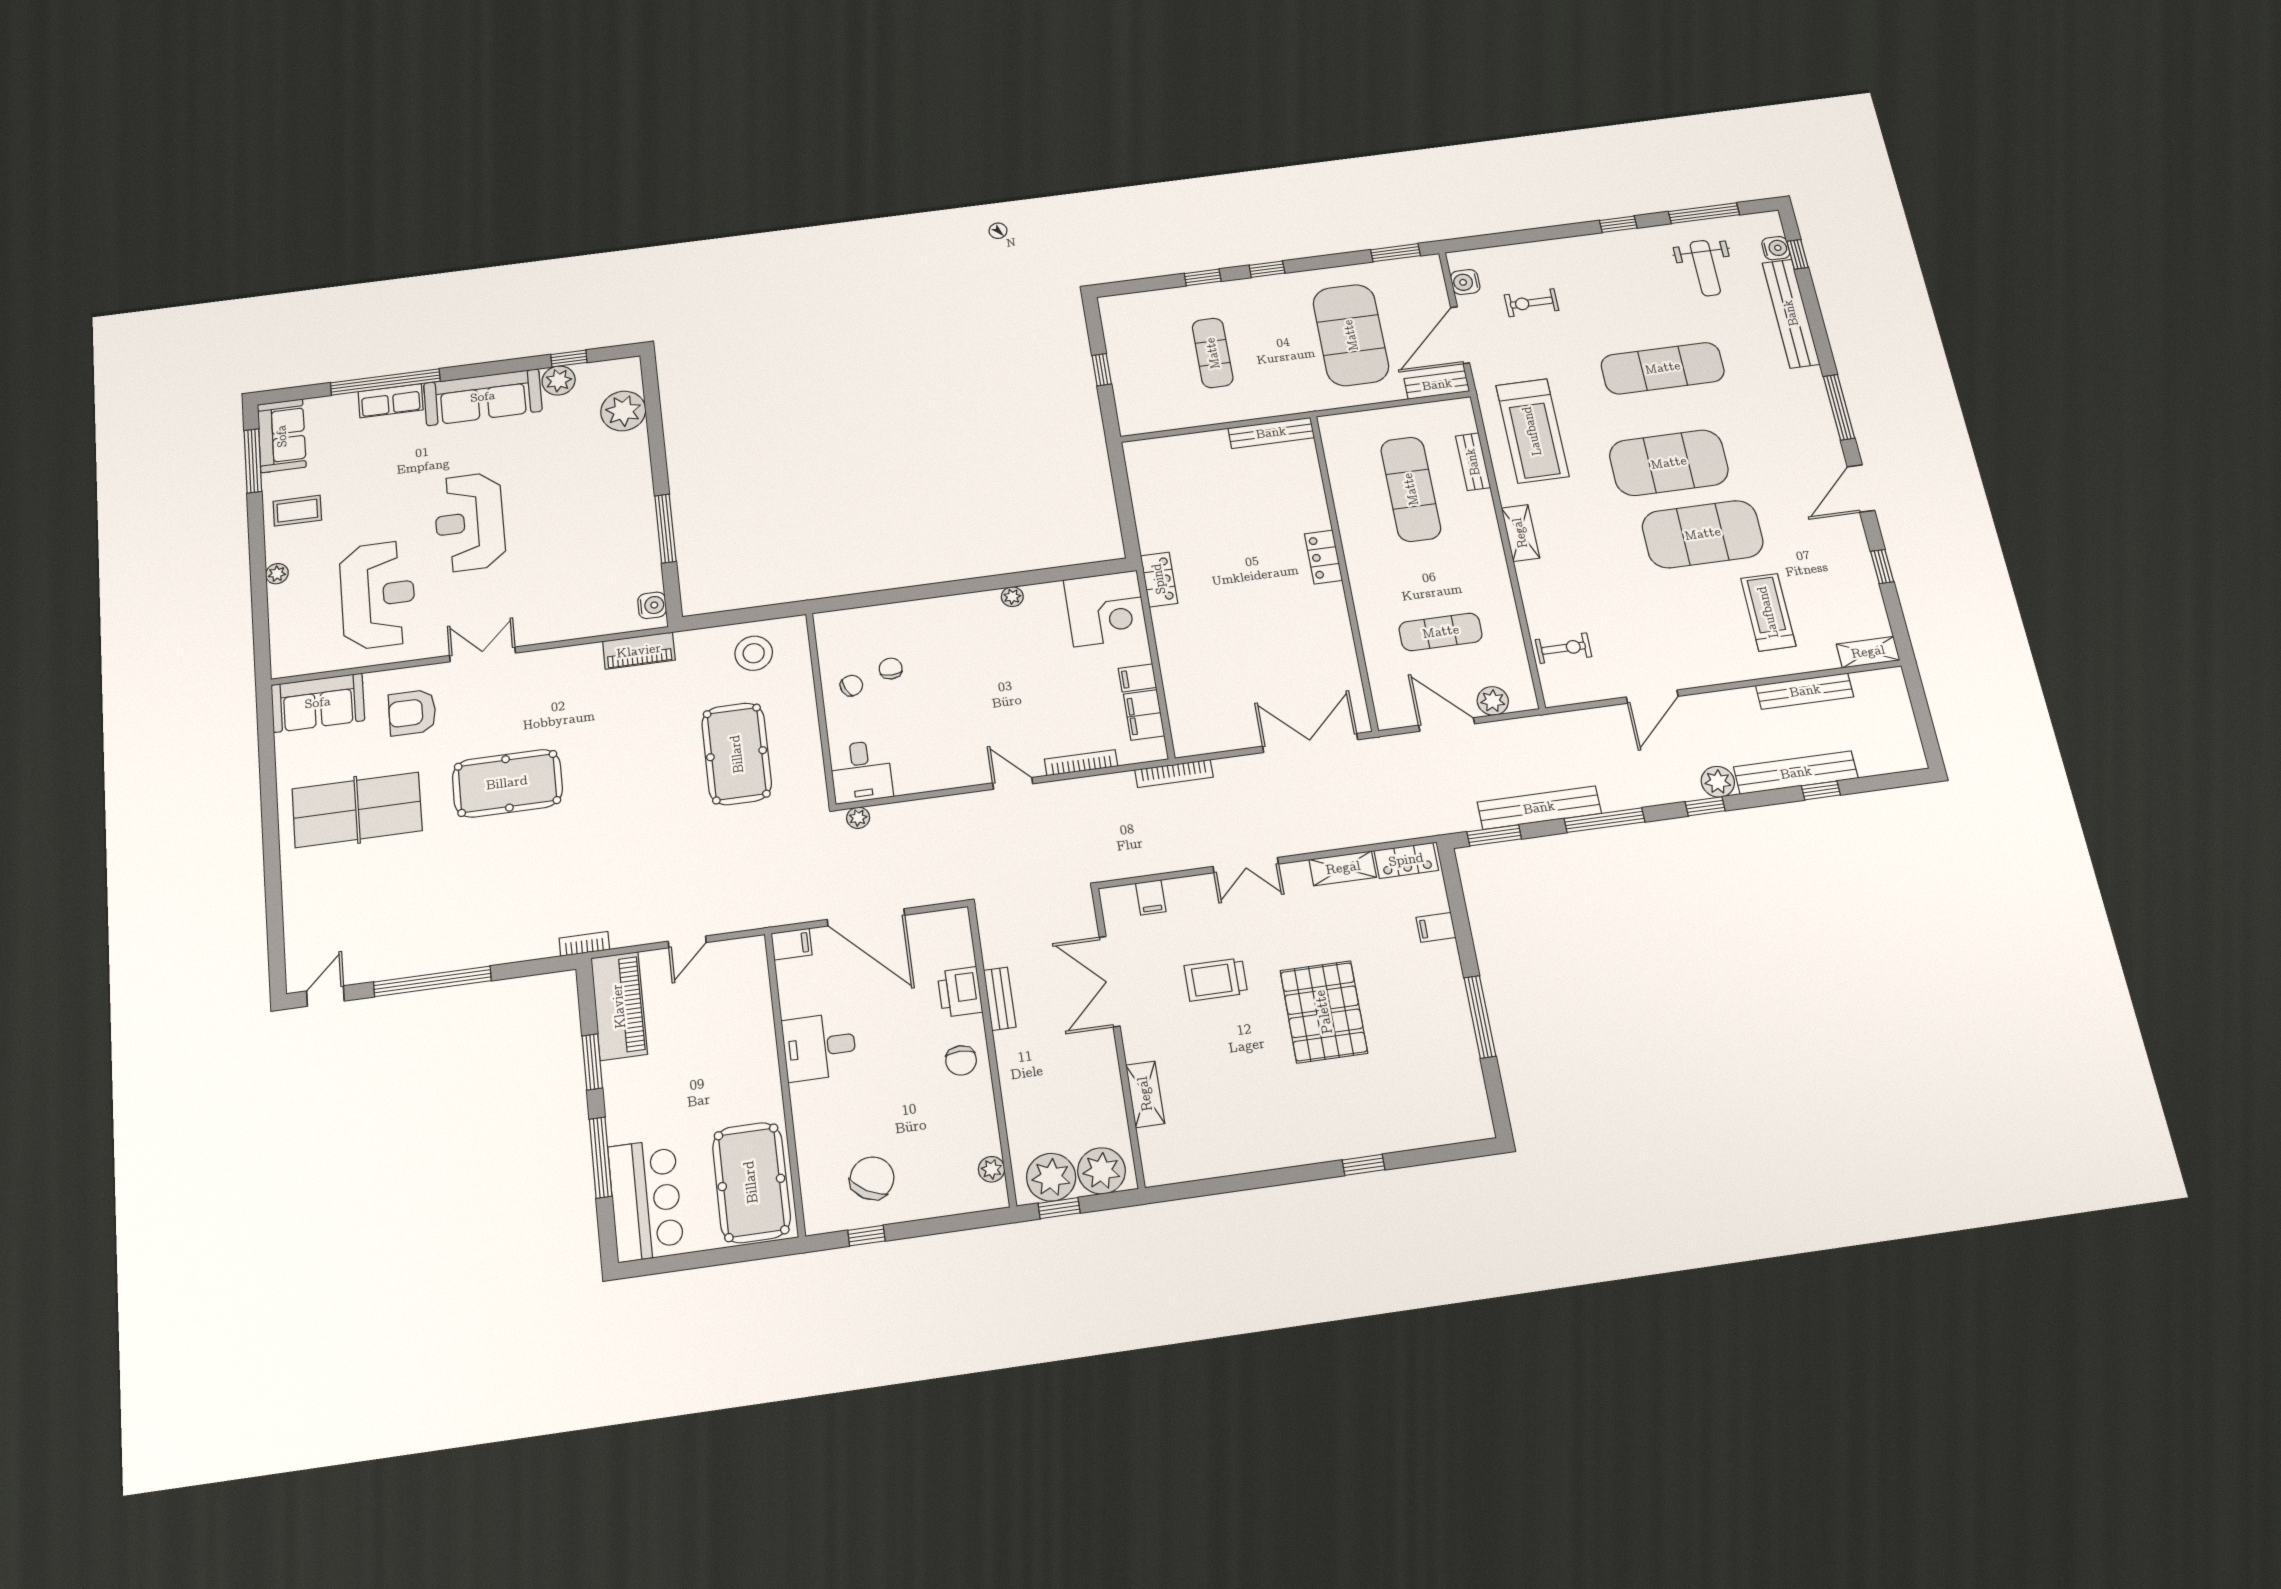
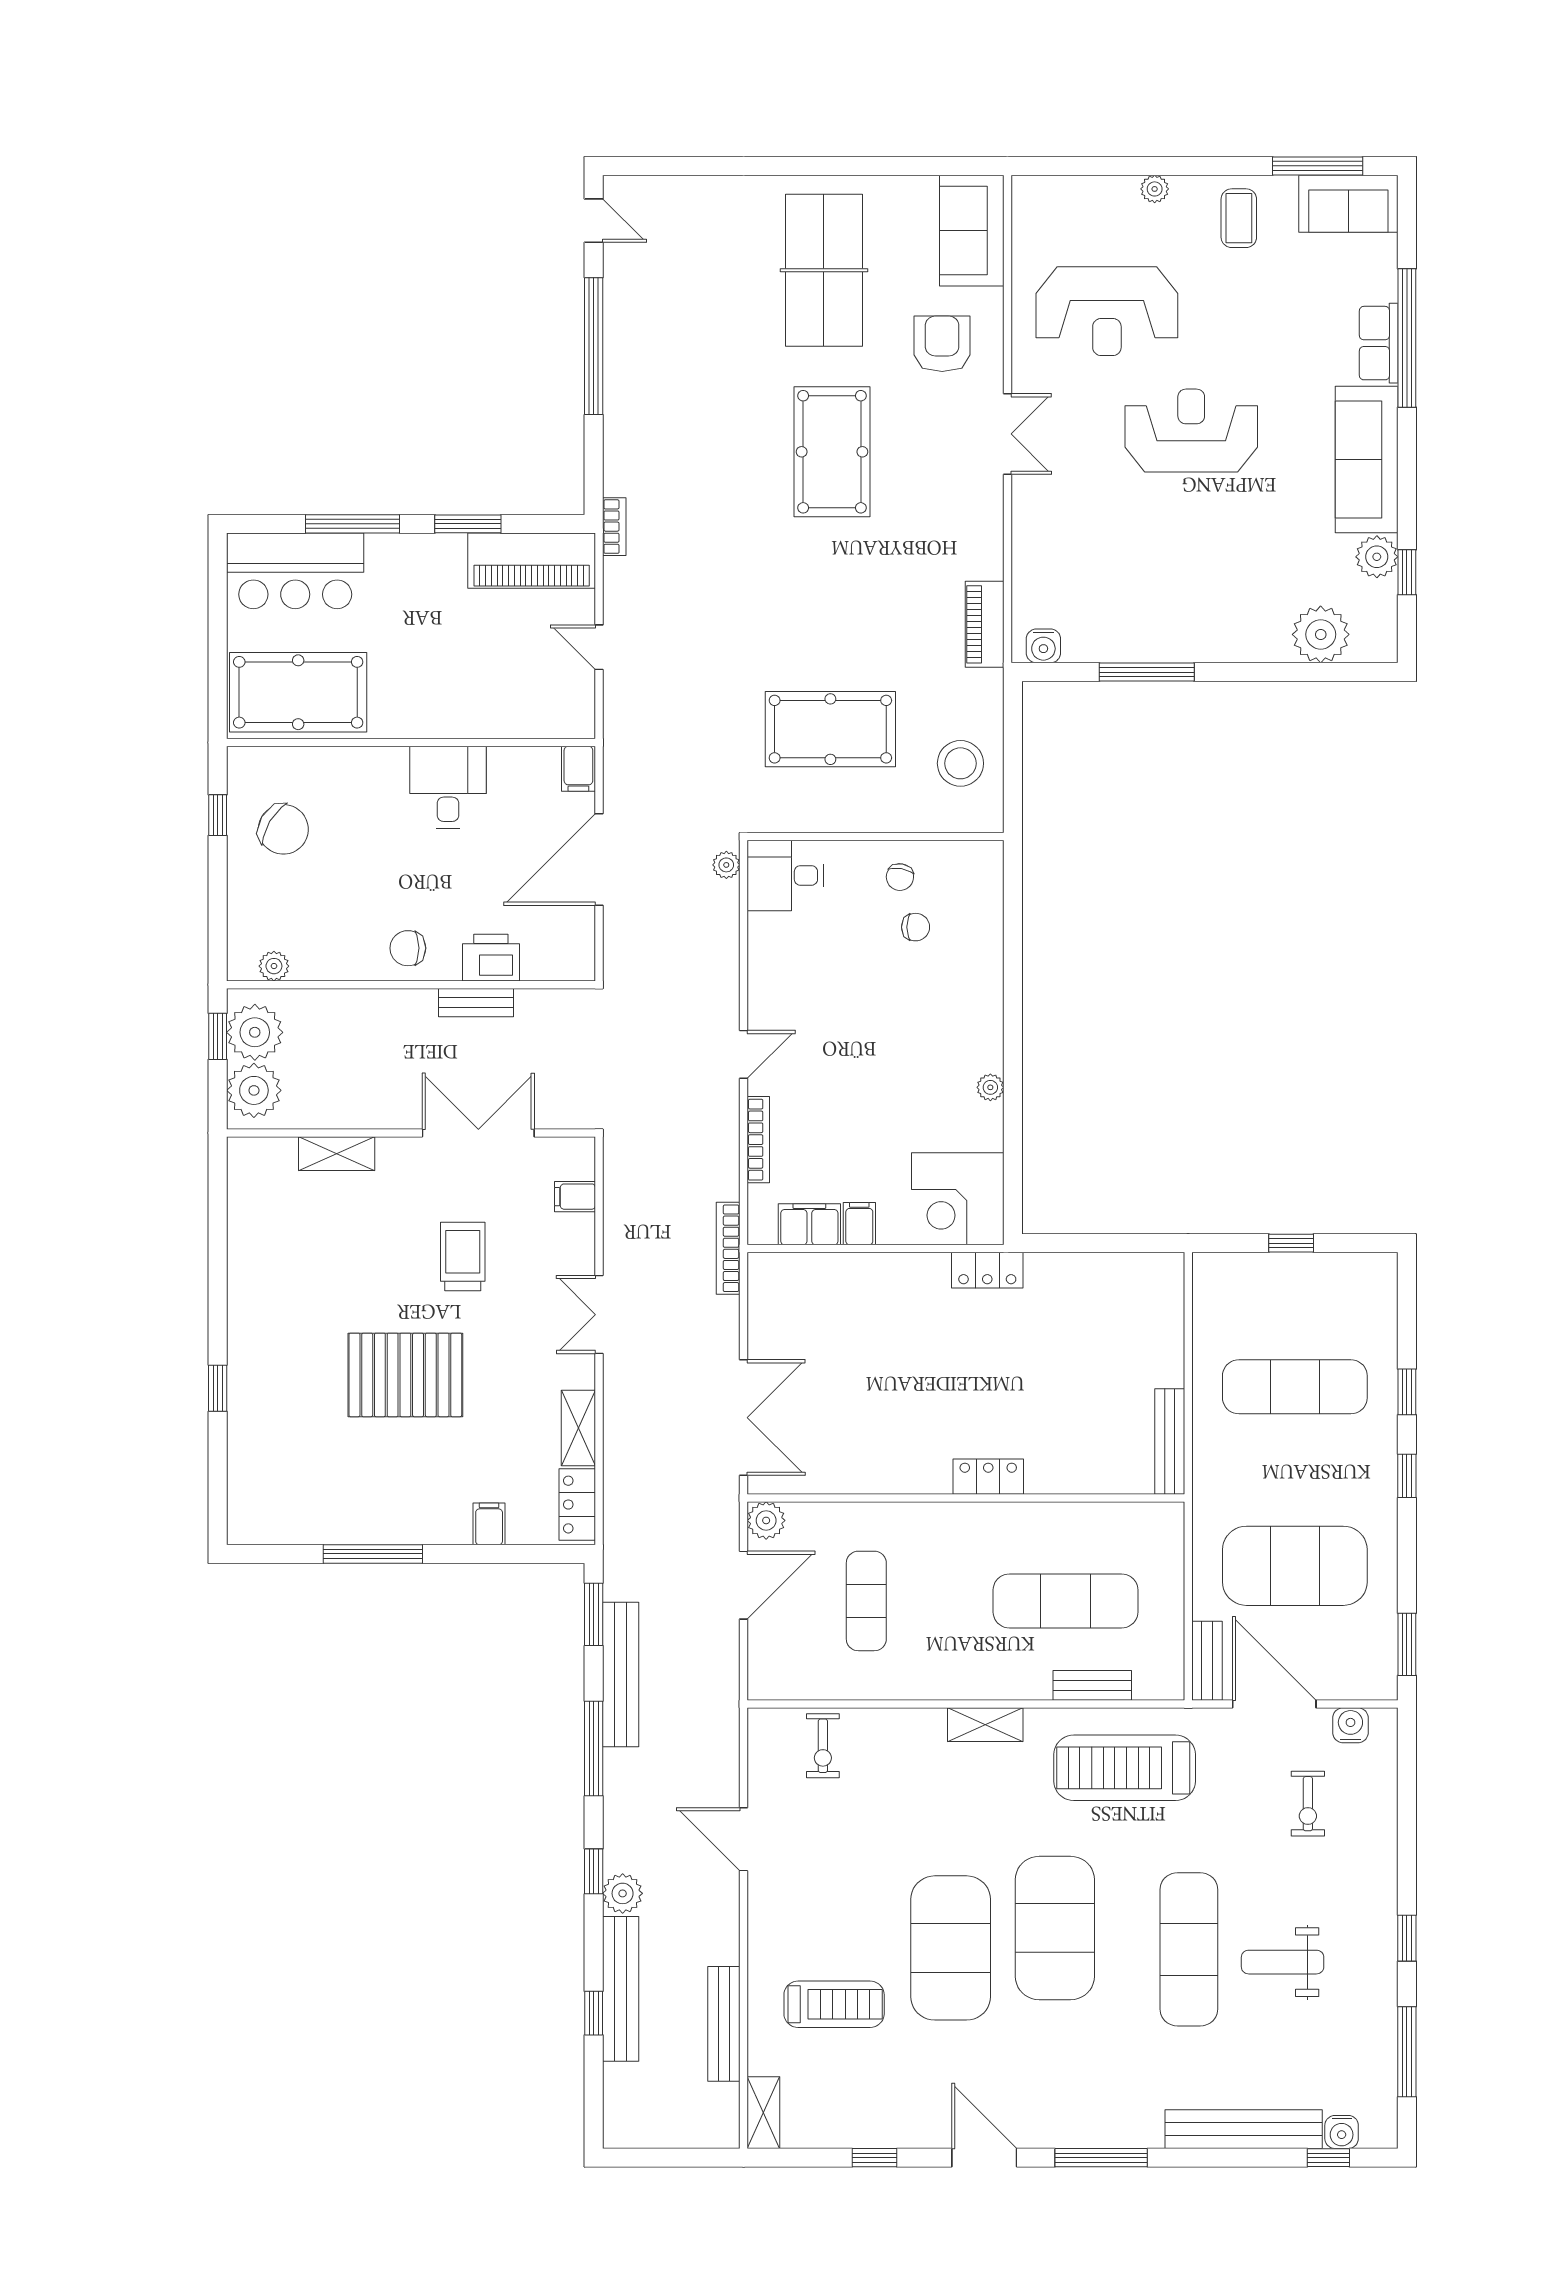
weight bench: (1705, 268) -> (1283, 1962), moved
exercise bike: (1532, 303) -> (1308, 1804), turned 180
exercise mat: (1213, 353) -> (1295, 1387), width x1.36, depth x1.45
chair: (851, 686) -> (900, 877), turned 34
plant: (1493, 701) -> (766, 1520), moved

